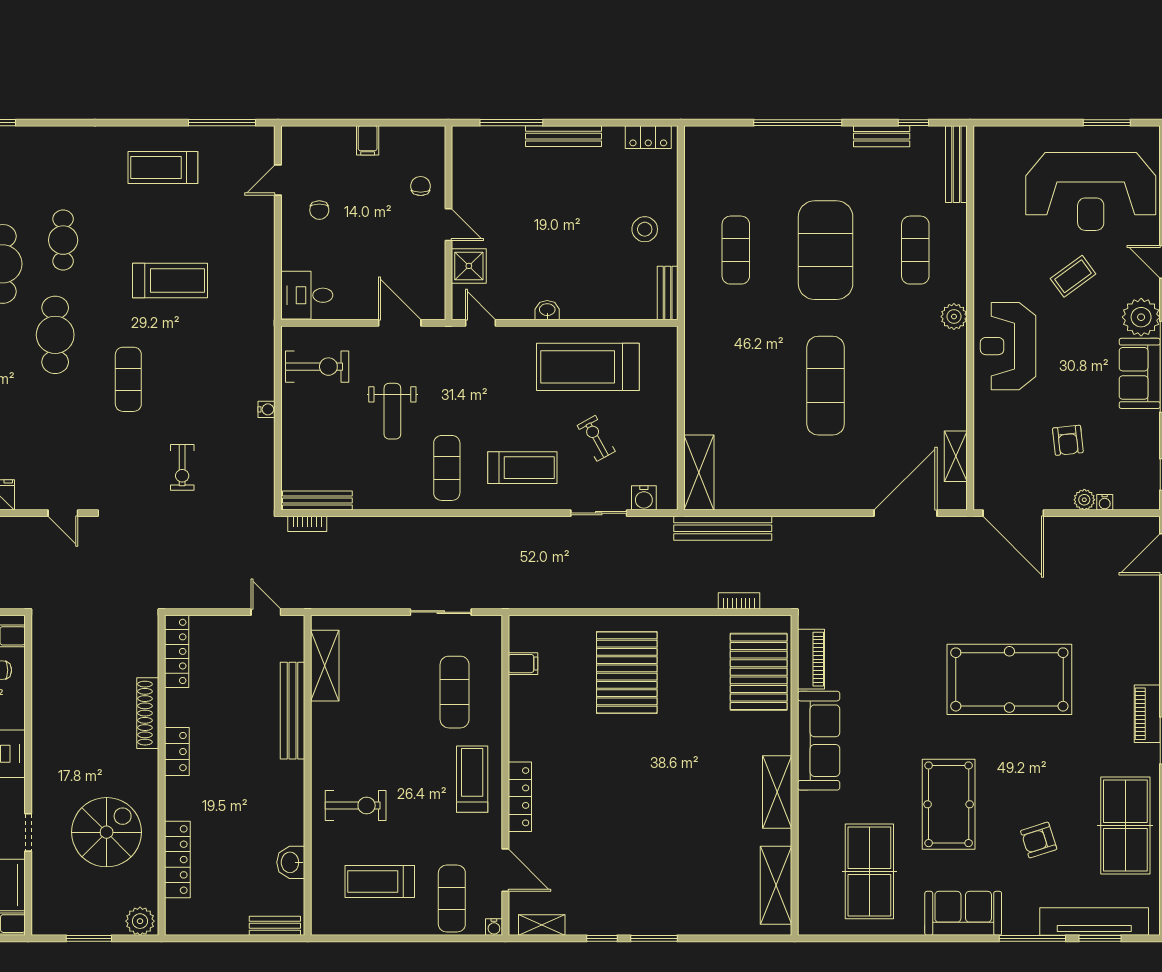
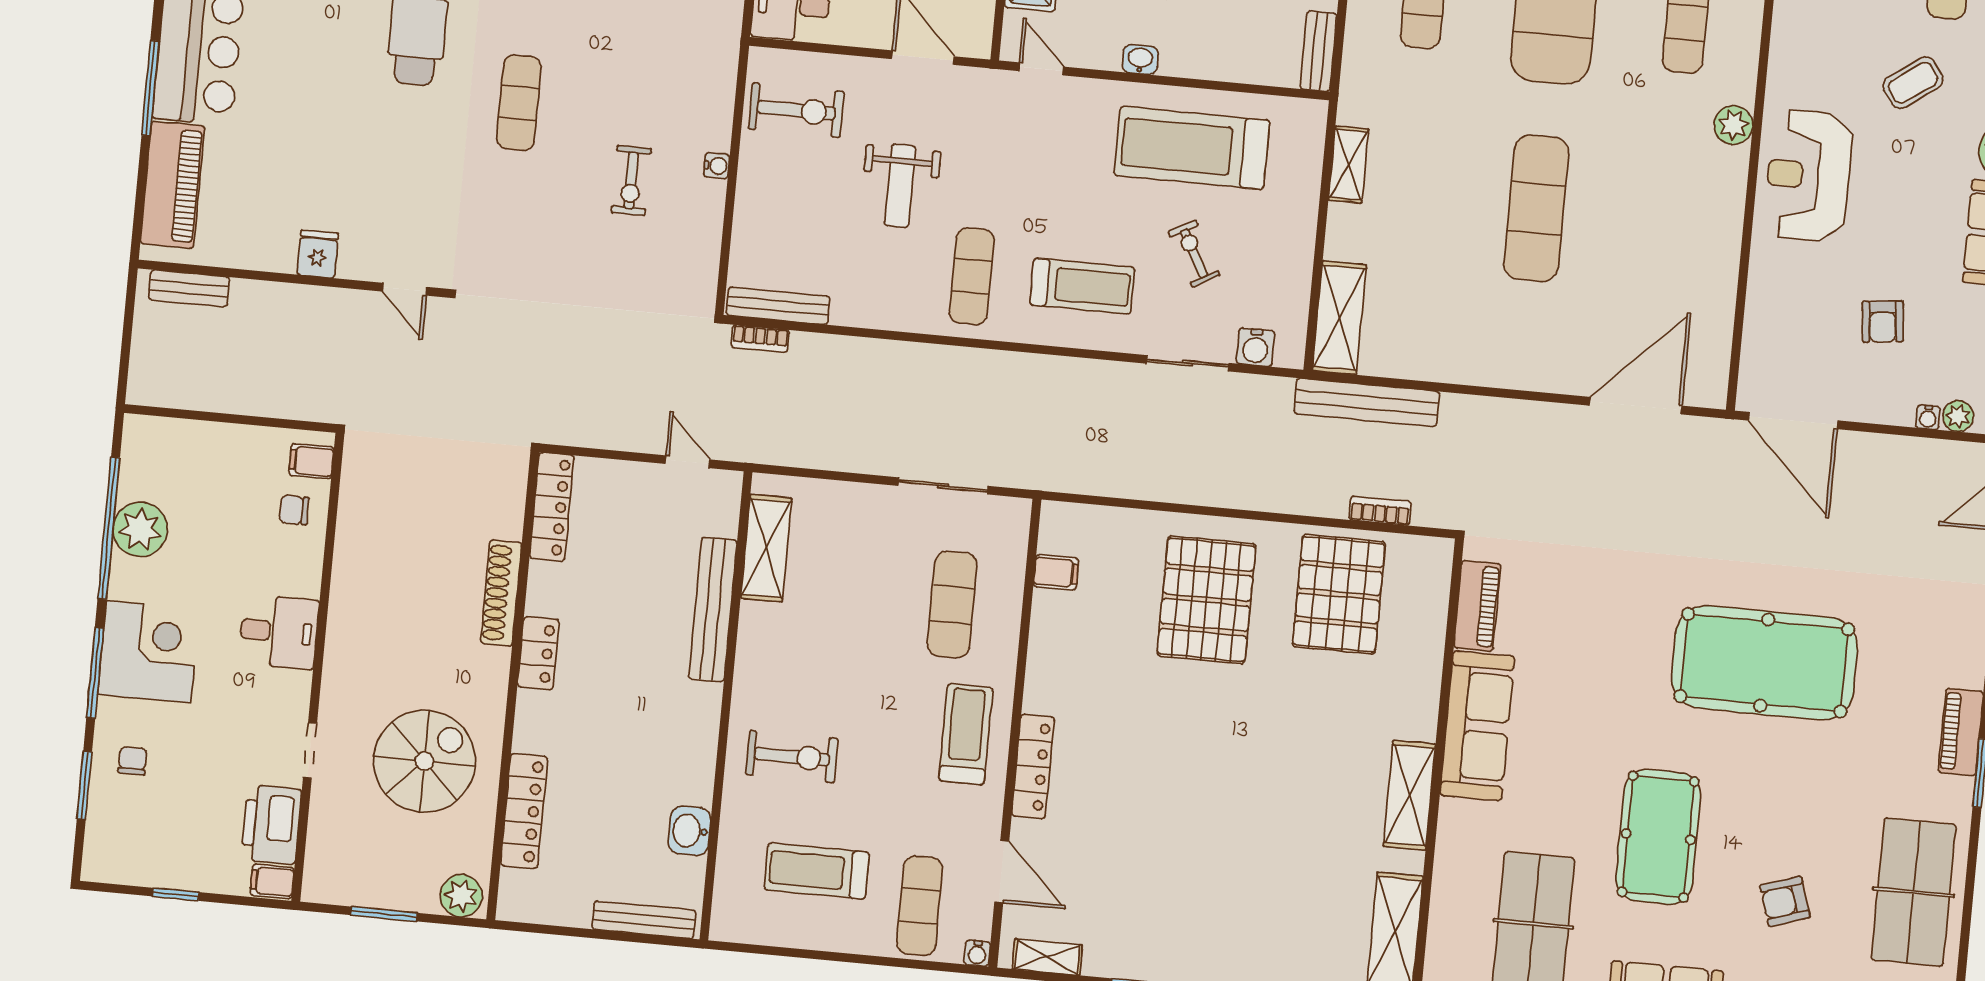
shelving: (956, 456) -> (1348, 165), moved
exercise bike: (182, 467) -> (631, 180), moved
plant: (1084, 500) -> (1958, 416), moved
pallet: (759, 672) -> (1339, 594), moved
bench: (275, 926) -> (644, 920), width x1.36

